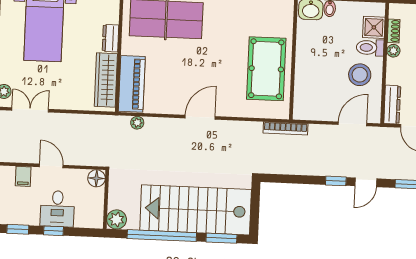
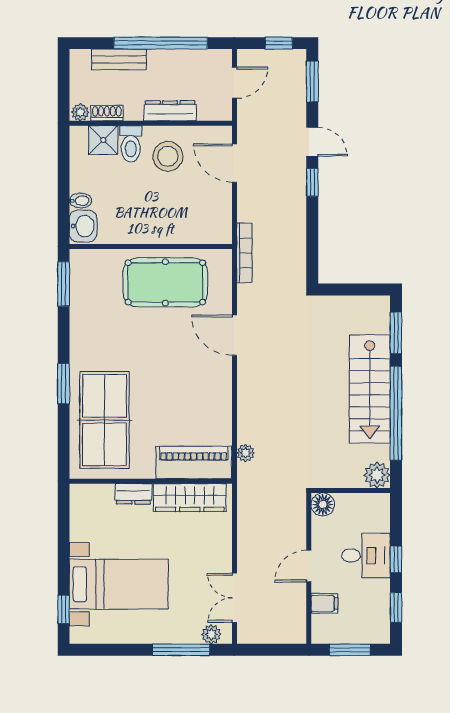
plant: (393, 51) -> (80, 112), moved
dresser: (392, 105) -> (170, 111), moved
door: (200, 117) -> (234, 335), moved
stairs: (196, 210) -> (370, 389), width x0.73, depth x0.66

